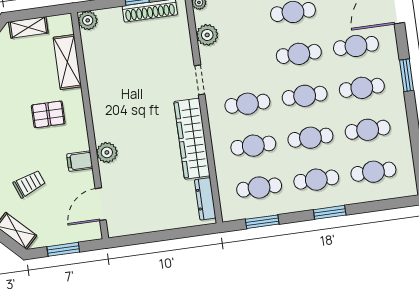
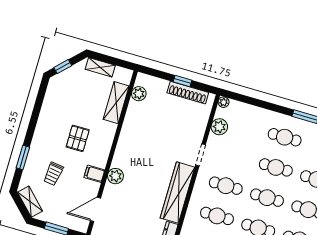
plant: (88, 20) -> (139, 94), moved
pallet: (48, 114) -> (78, 138), moved, turned 90
trolley: (29, 184) -> (53, 174), turned 119

